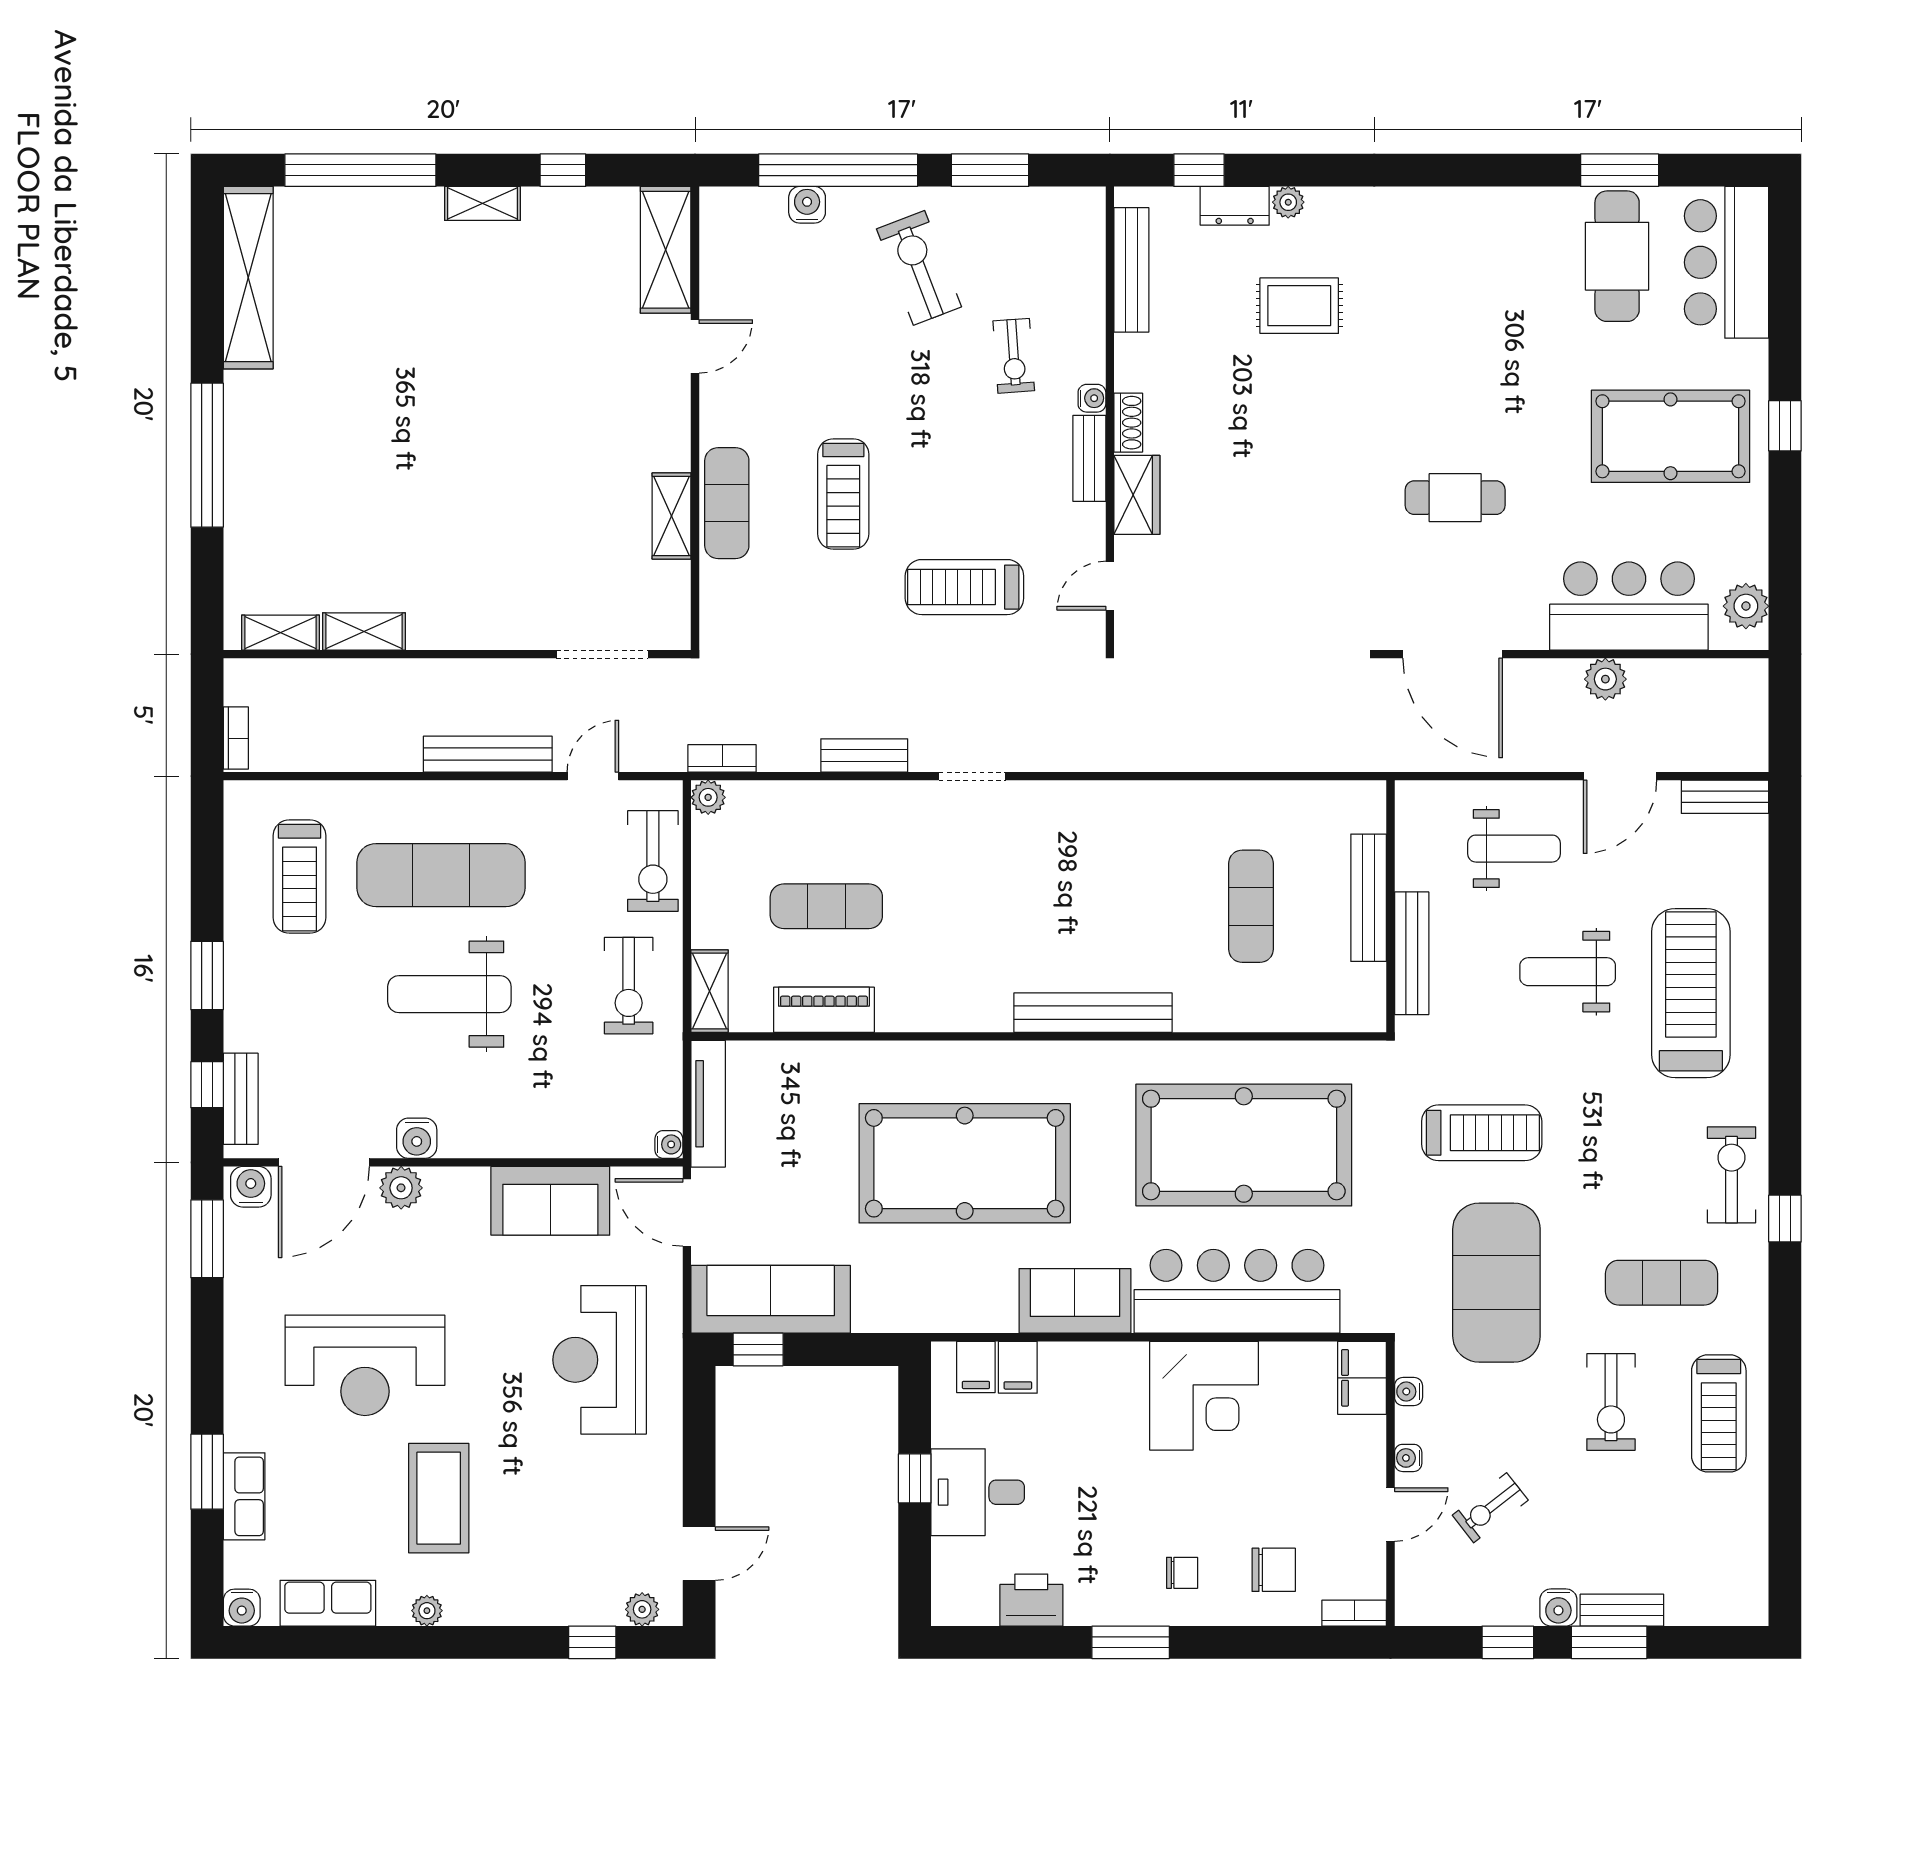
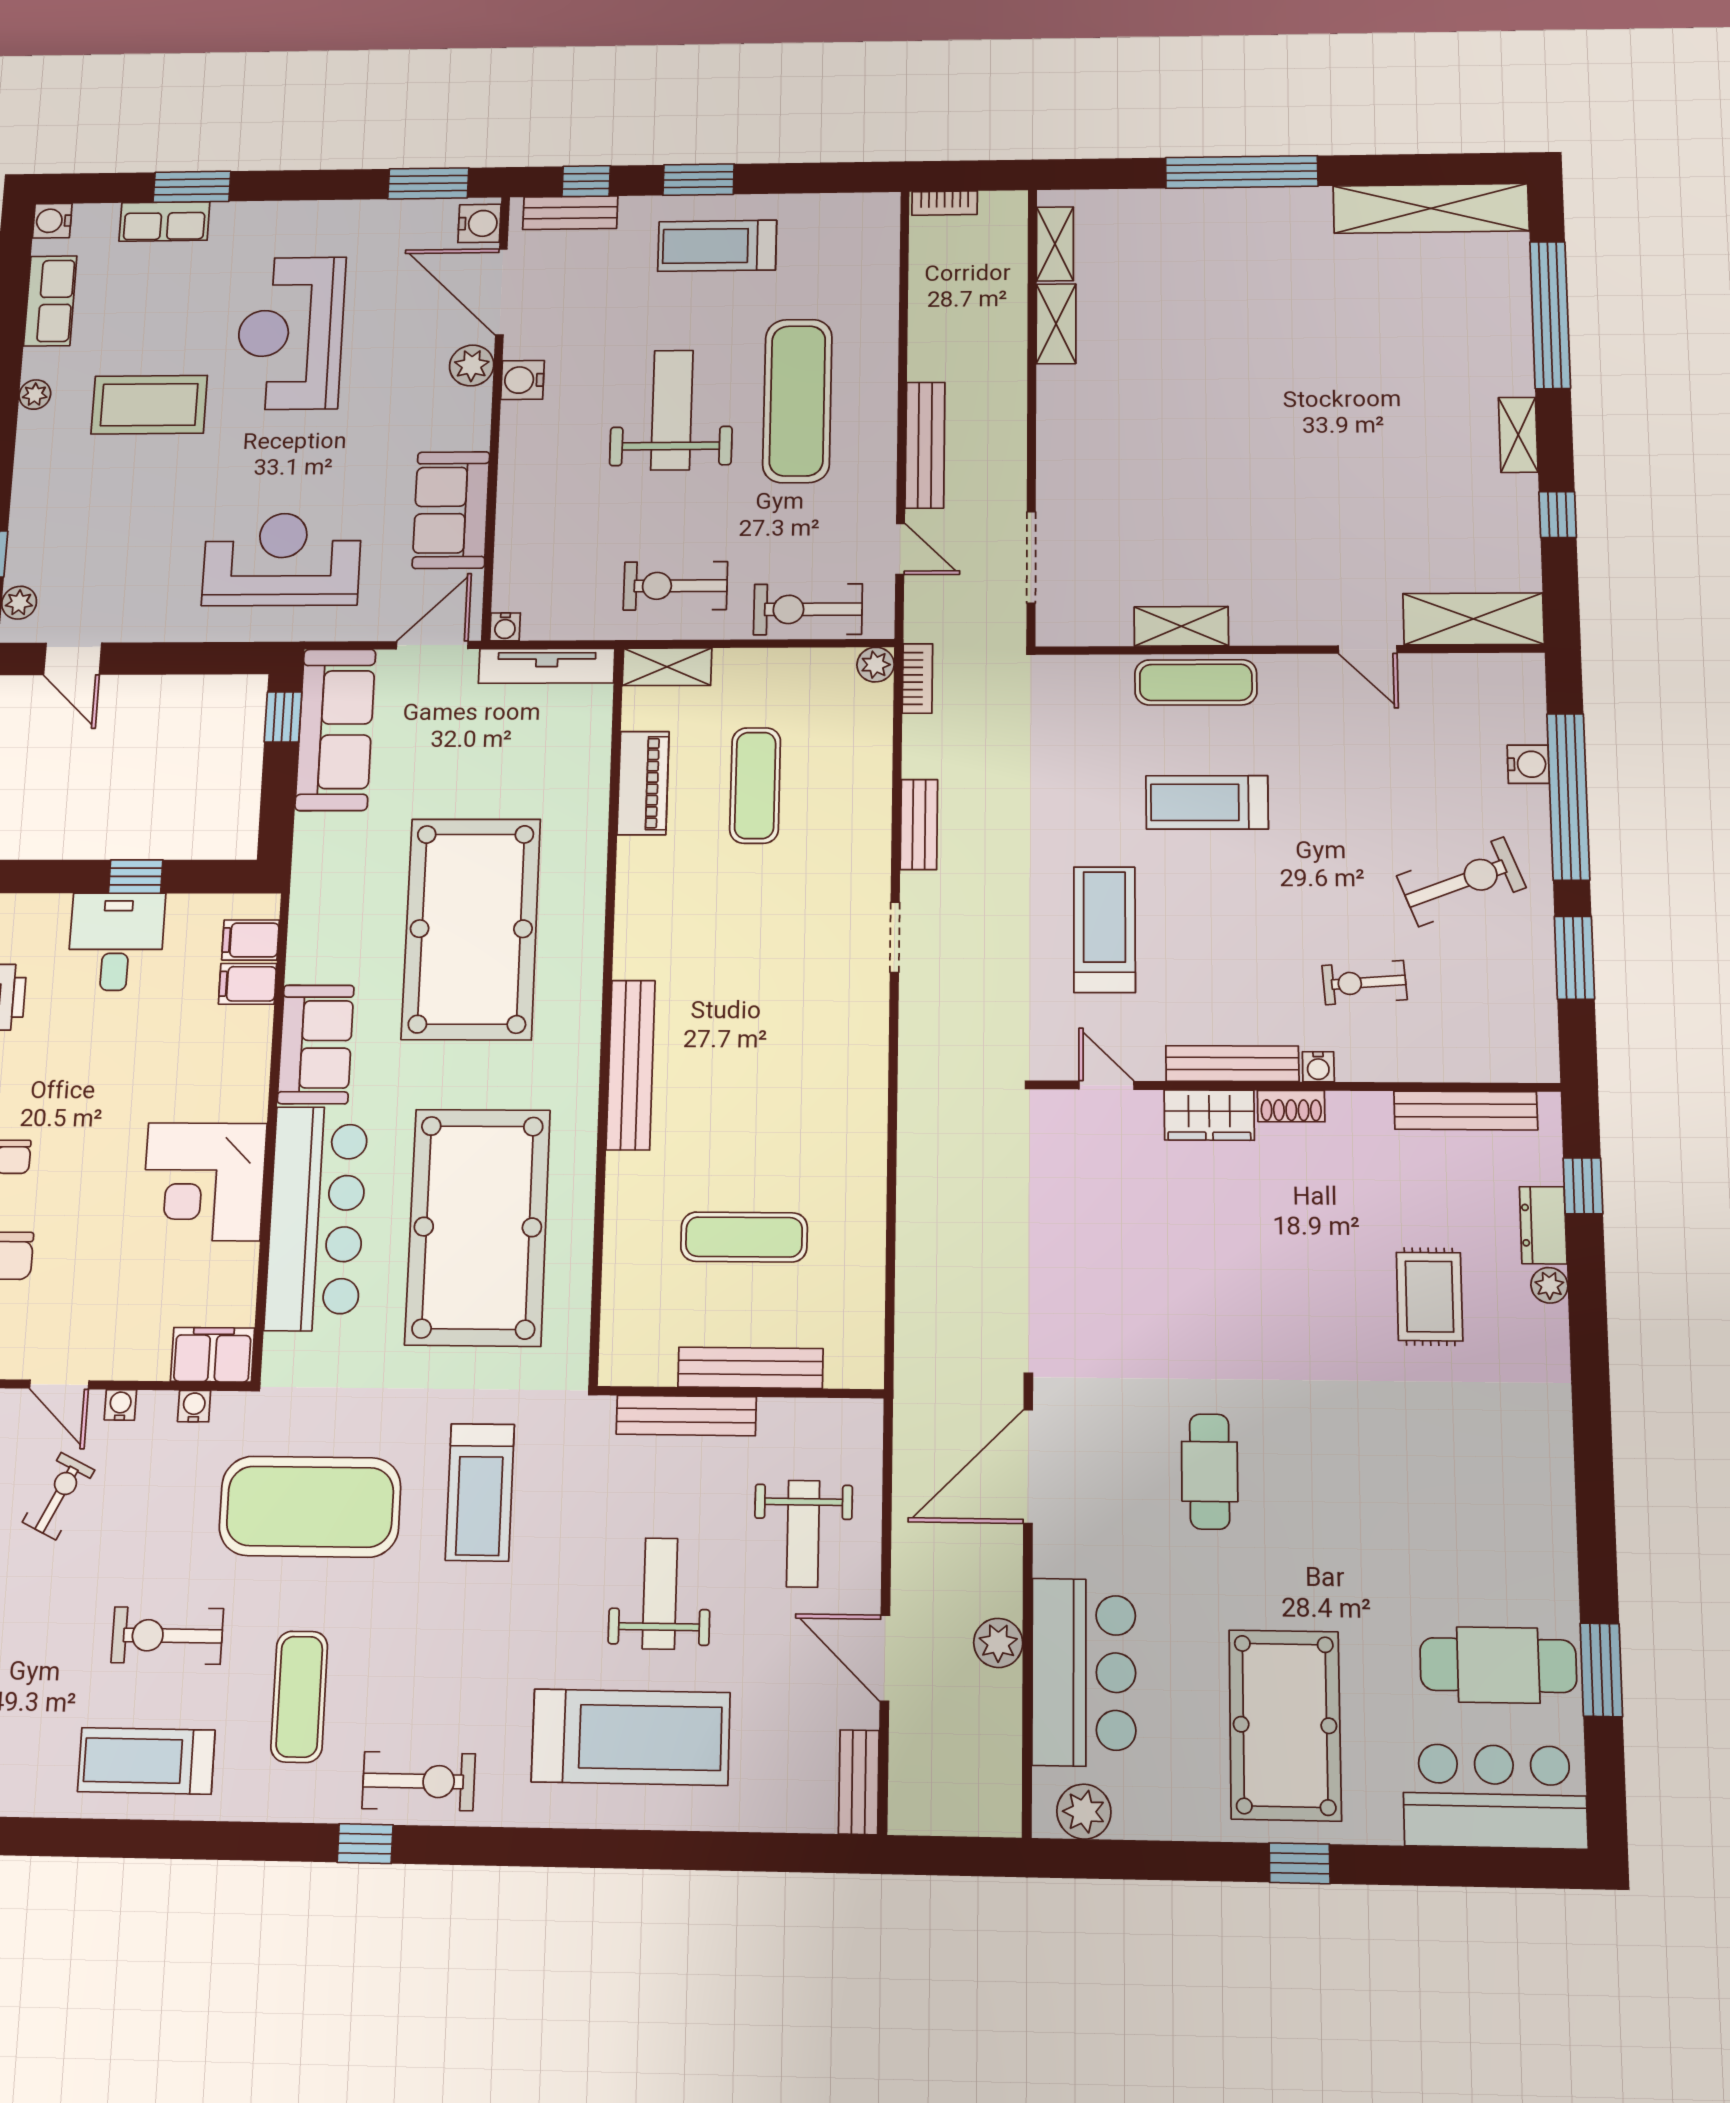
bench: (1089, 458) -> (1232, 1064), width x1.36
treadmill: (300, 877) -> (717, 246), moved
exercise bike: (1490, 1508) -> (59, 1496), turned 64

